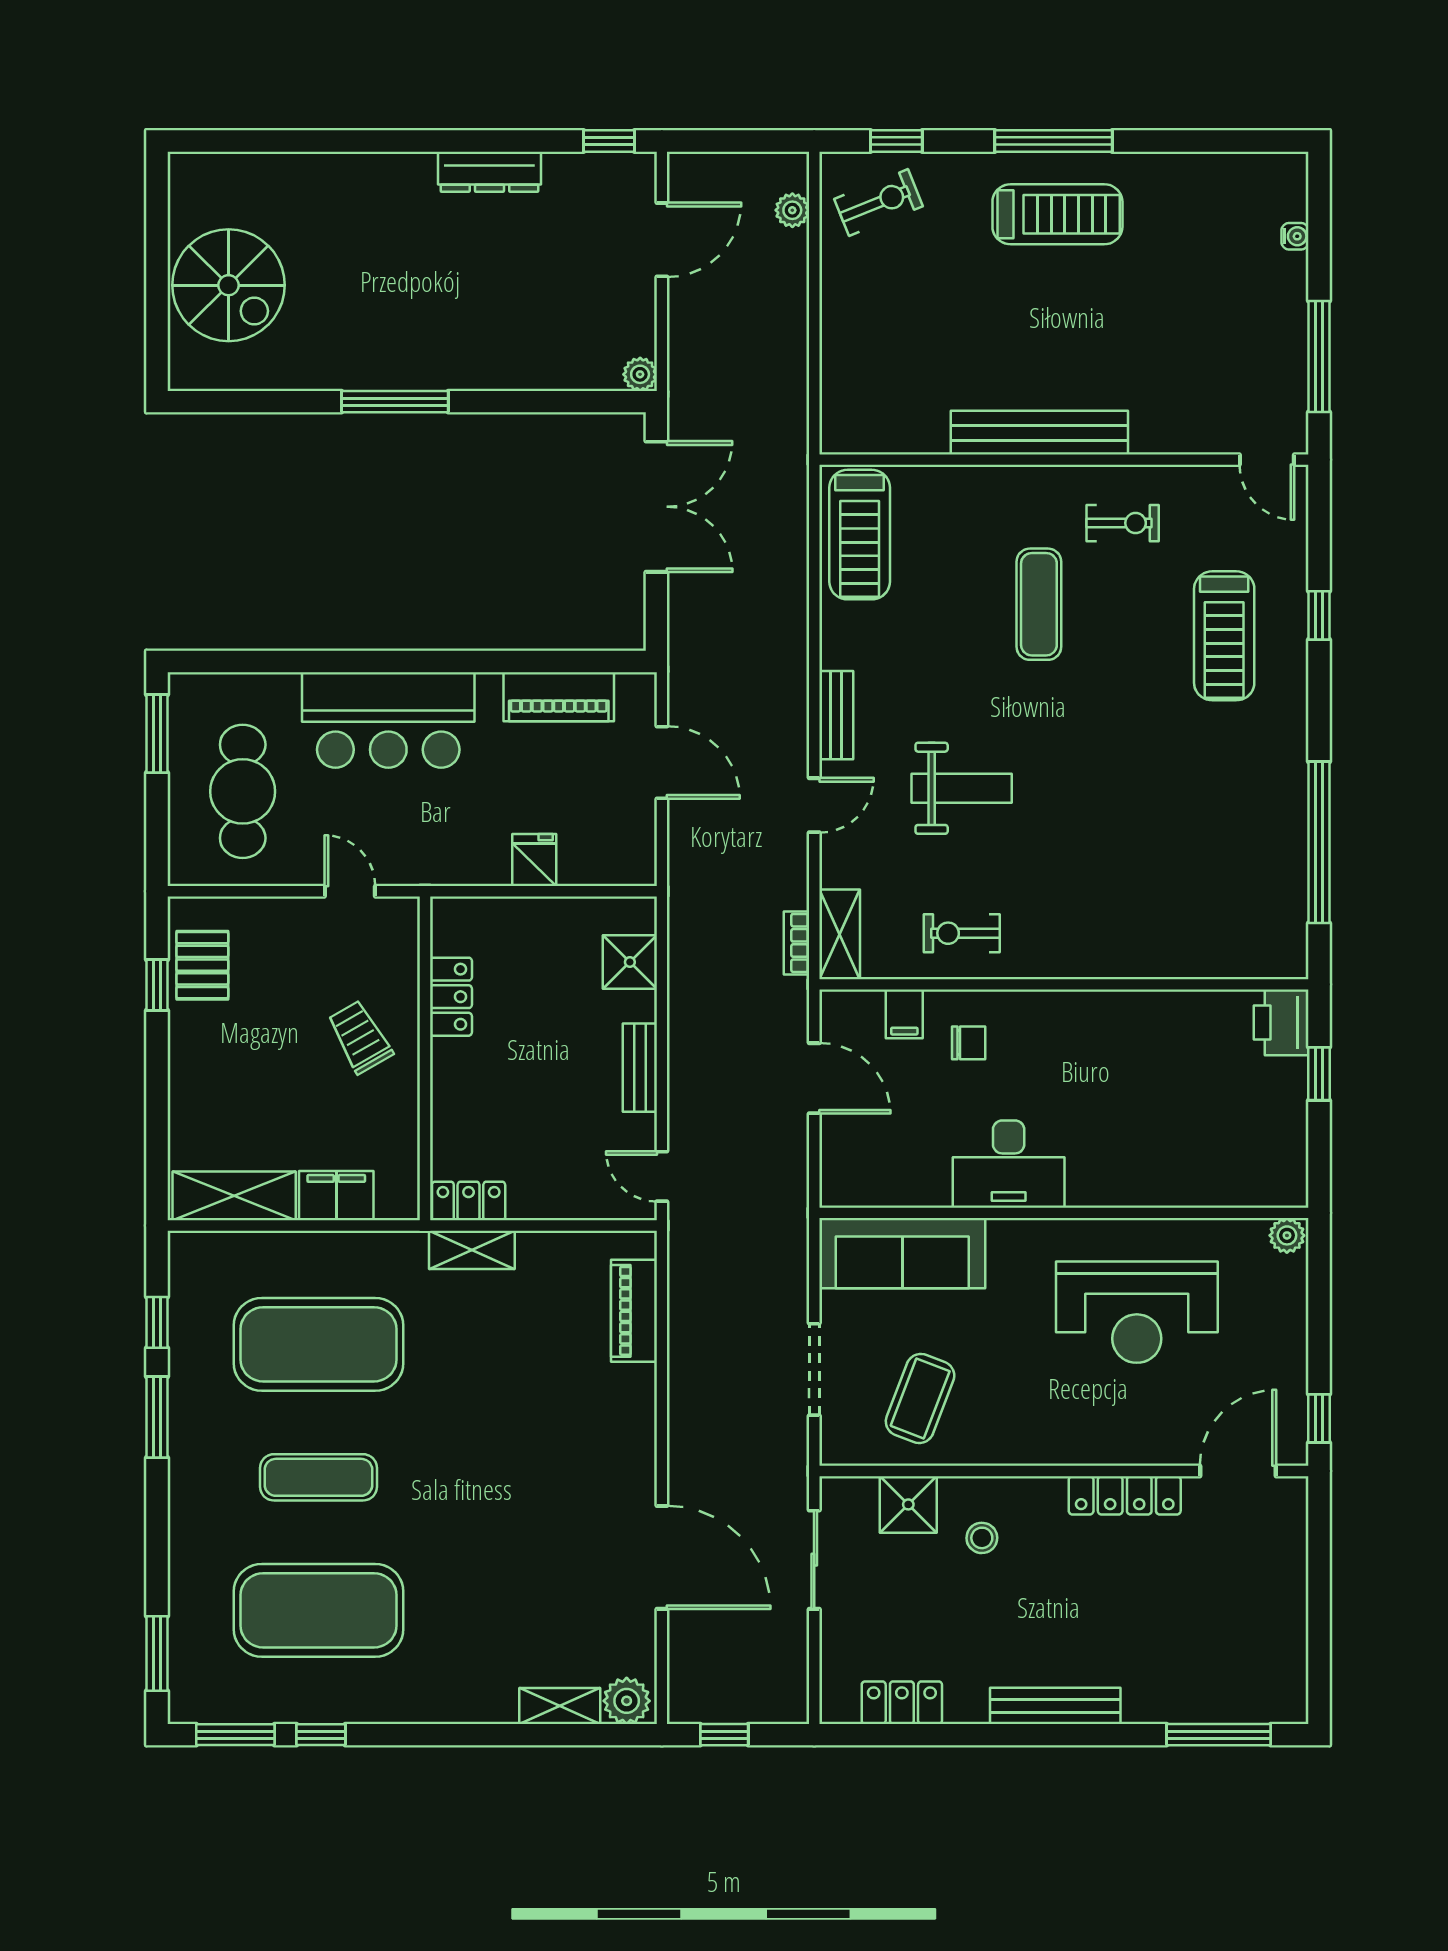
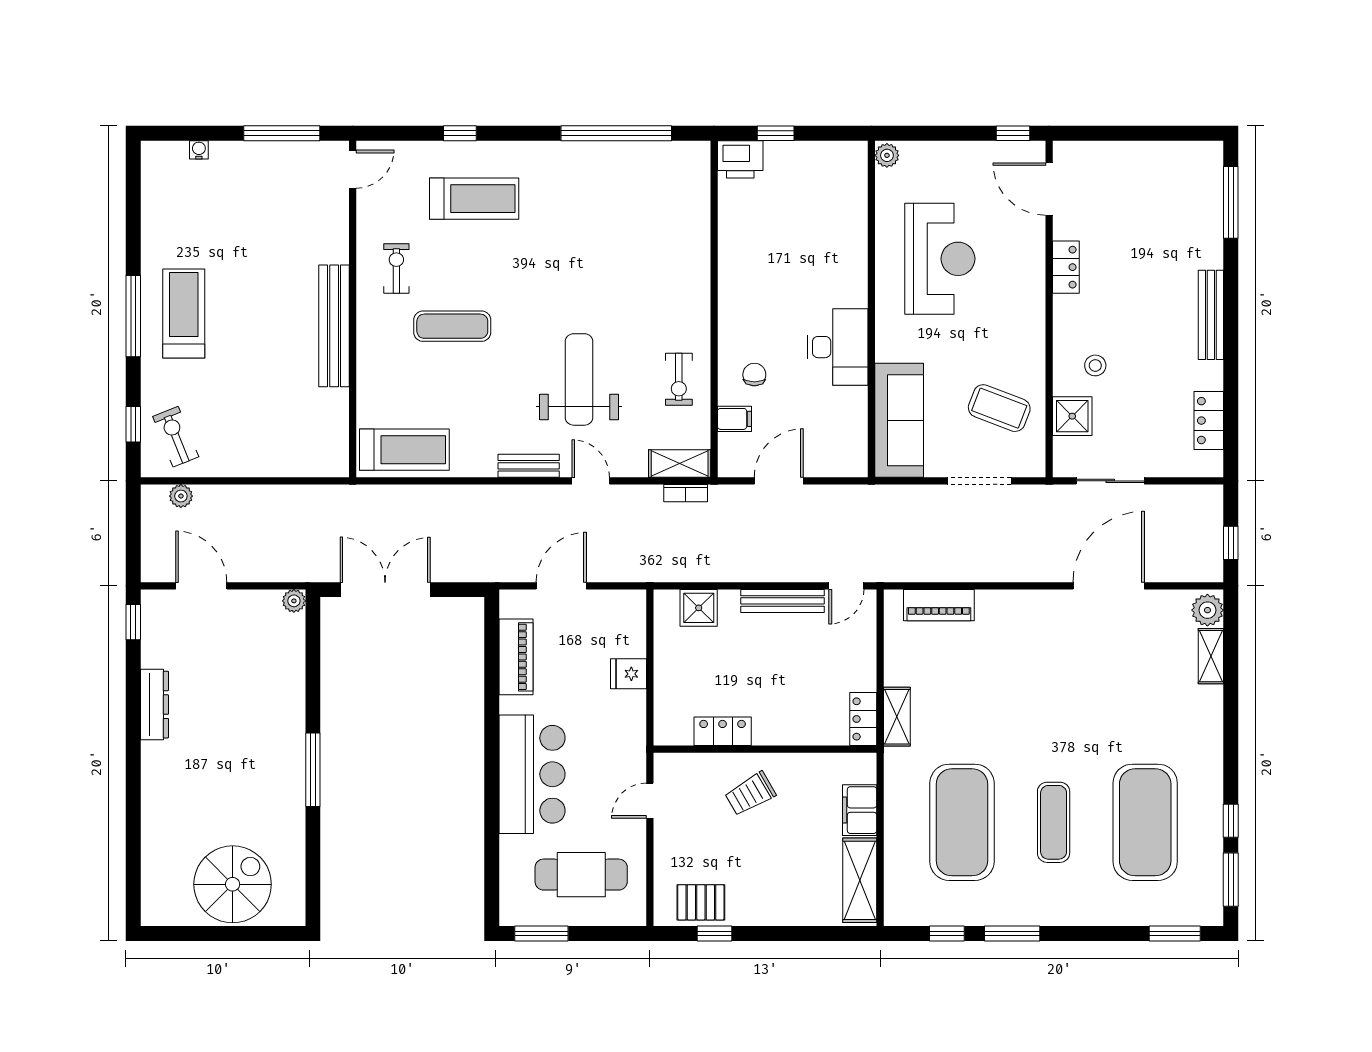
weight bench: (962, 788) -> (579, 379), width x1.36, depth x1.33
bench: (640, 1068) -> (783, 601), width x1.36
locker: (1125, 1495) -> (1066, 267), width x0.66

